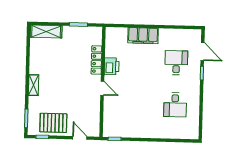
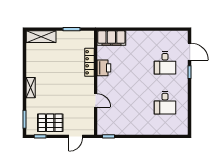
filing cabinet: (143, 36) -> (111, 38), moved
desk: (176, 63) -> (165, 63), turned 180
door: (102, 88) -> (96, 100), moved
door: (80, 138) -> (76, 136), swing flipped

